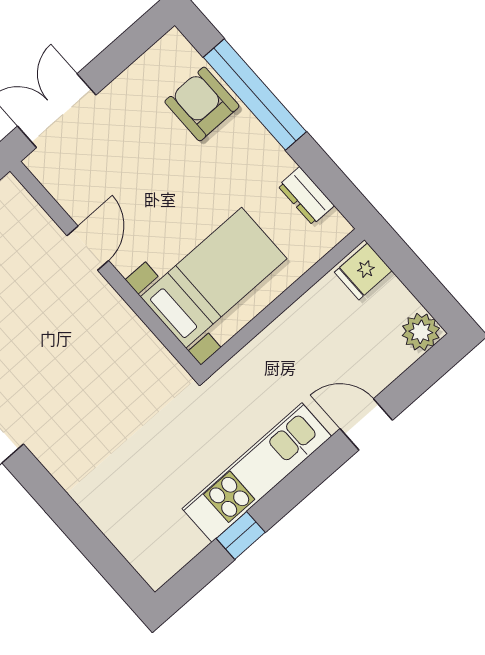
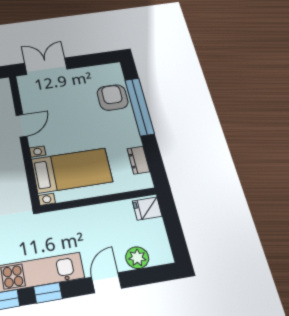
plant: (421, 332) -> (137, 258), moved
door: (366, 424) -> (106, 283), hinge flipped
window: (293, 489) -> (48, 293), added

